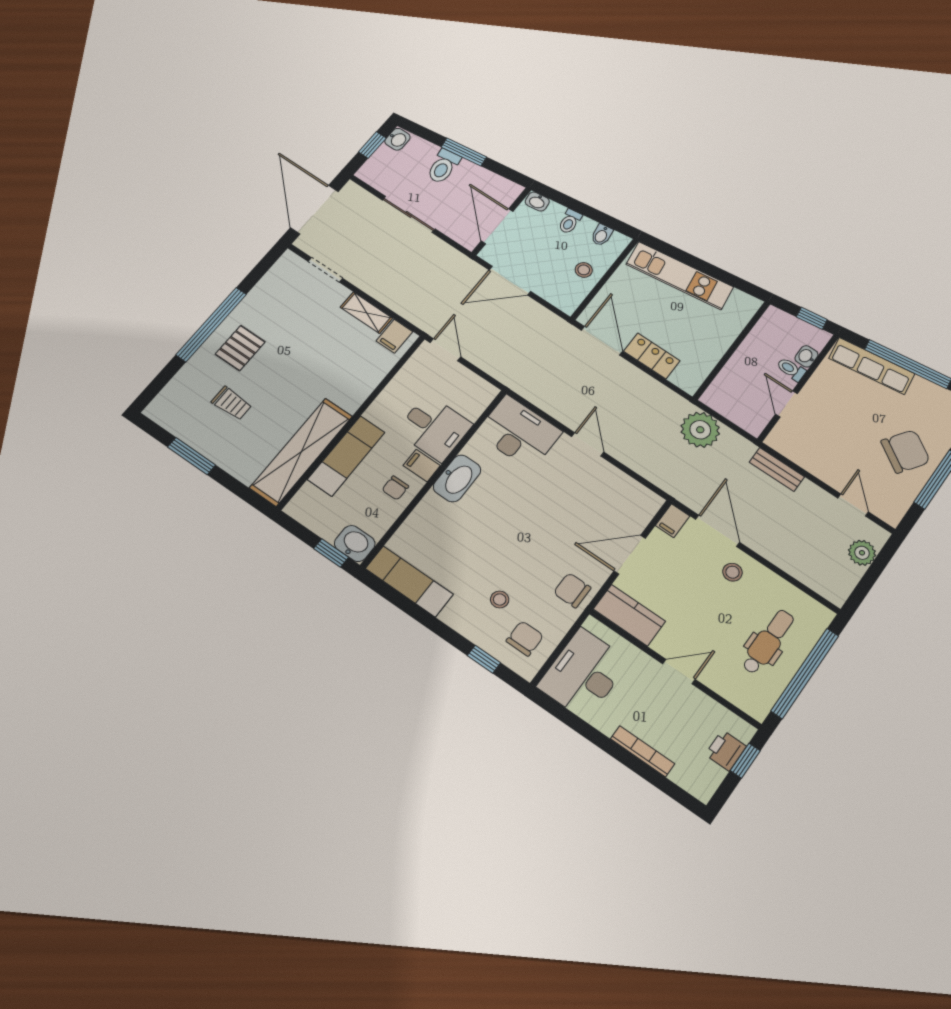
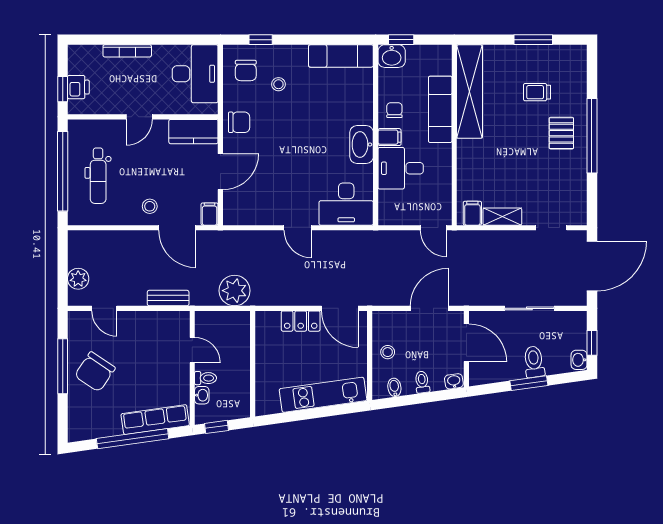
door: (314, 210) -> (592, 266), hinge flipped

